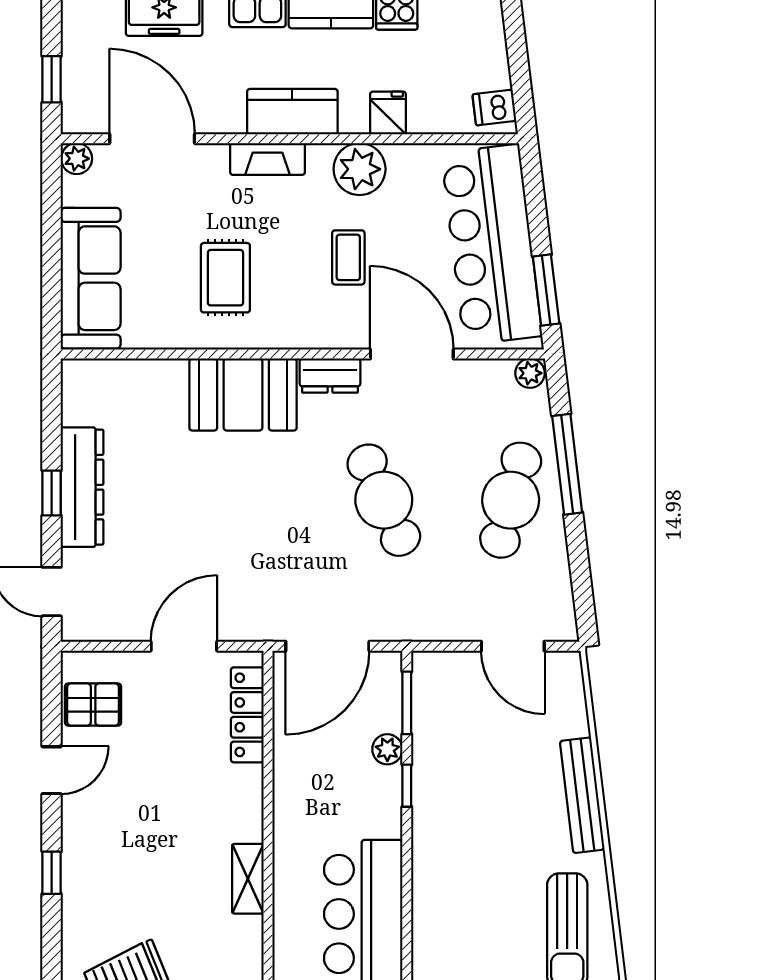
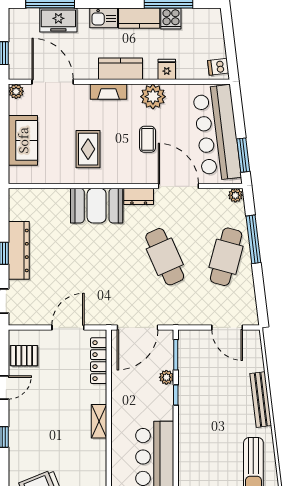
sofa: (91, 278) -> (23, 140), width x0.73
shelving: (248, 879) -> (99, 421), moved

